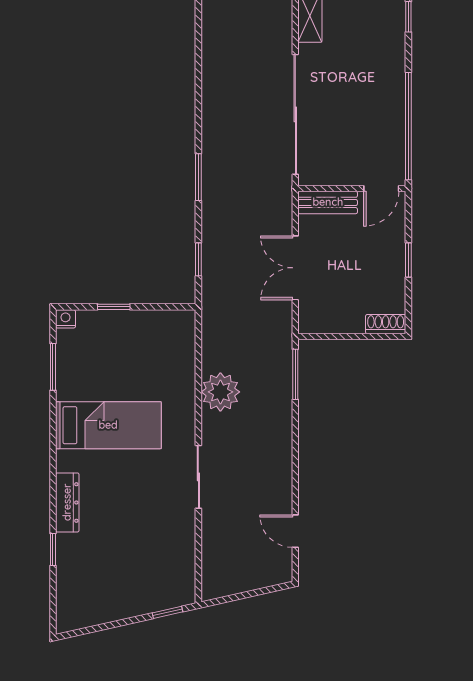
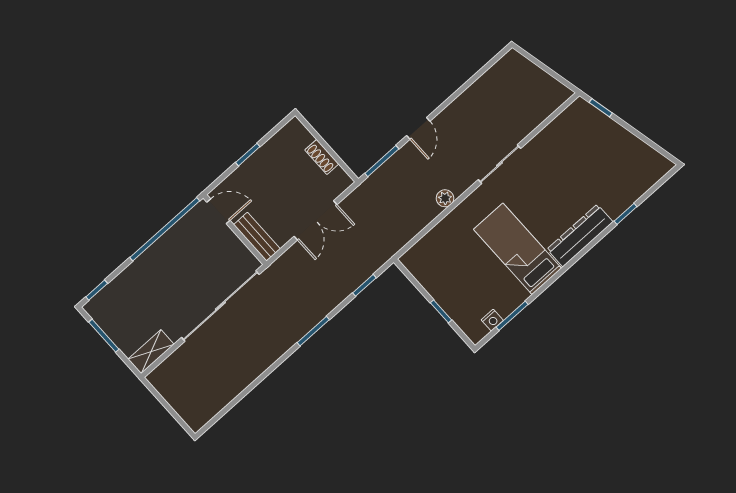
nightstand: (65, 319) -> (492, 320), moved, turned -90
shoe rack: (386, 324) -> (322, 157), moved
plant: (220, 392) -> (445, 198), width x0.53, depth x0.53
dresser: (67, 502) -> (580, 236), width x1.37, depth x1.24
door: (295, 531) -> (418, 128), moved

